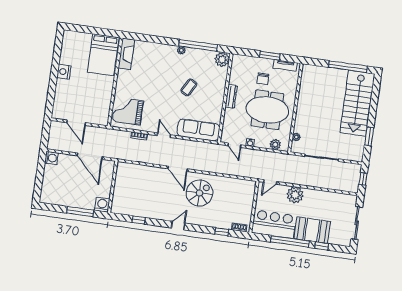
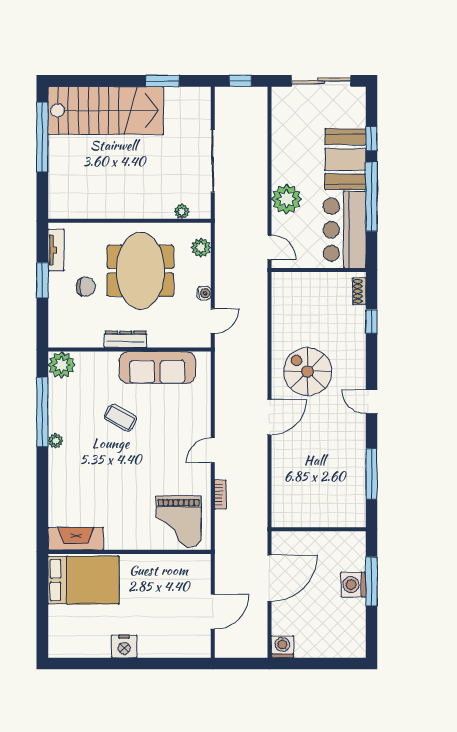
sofa: (198, 130) -> (157, 368), moved, turned -90
washing machine: (102, 205) -> (353, 585), moved
window: (139, 220) -> (372, 474), width x2.17

